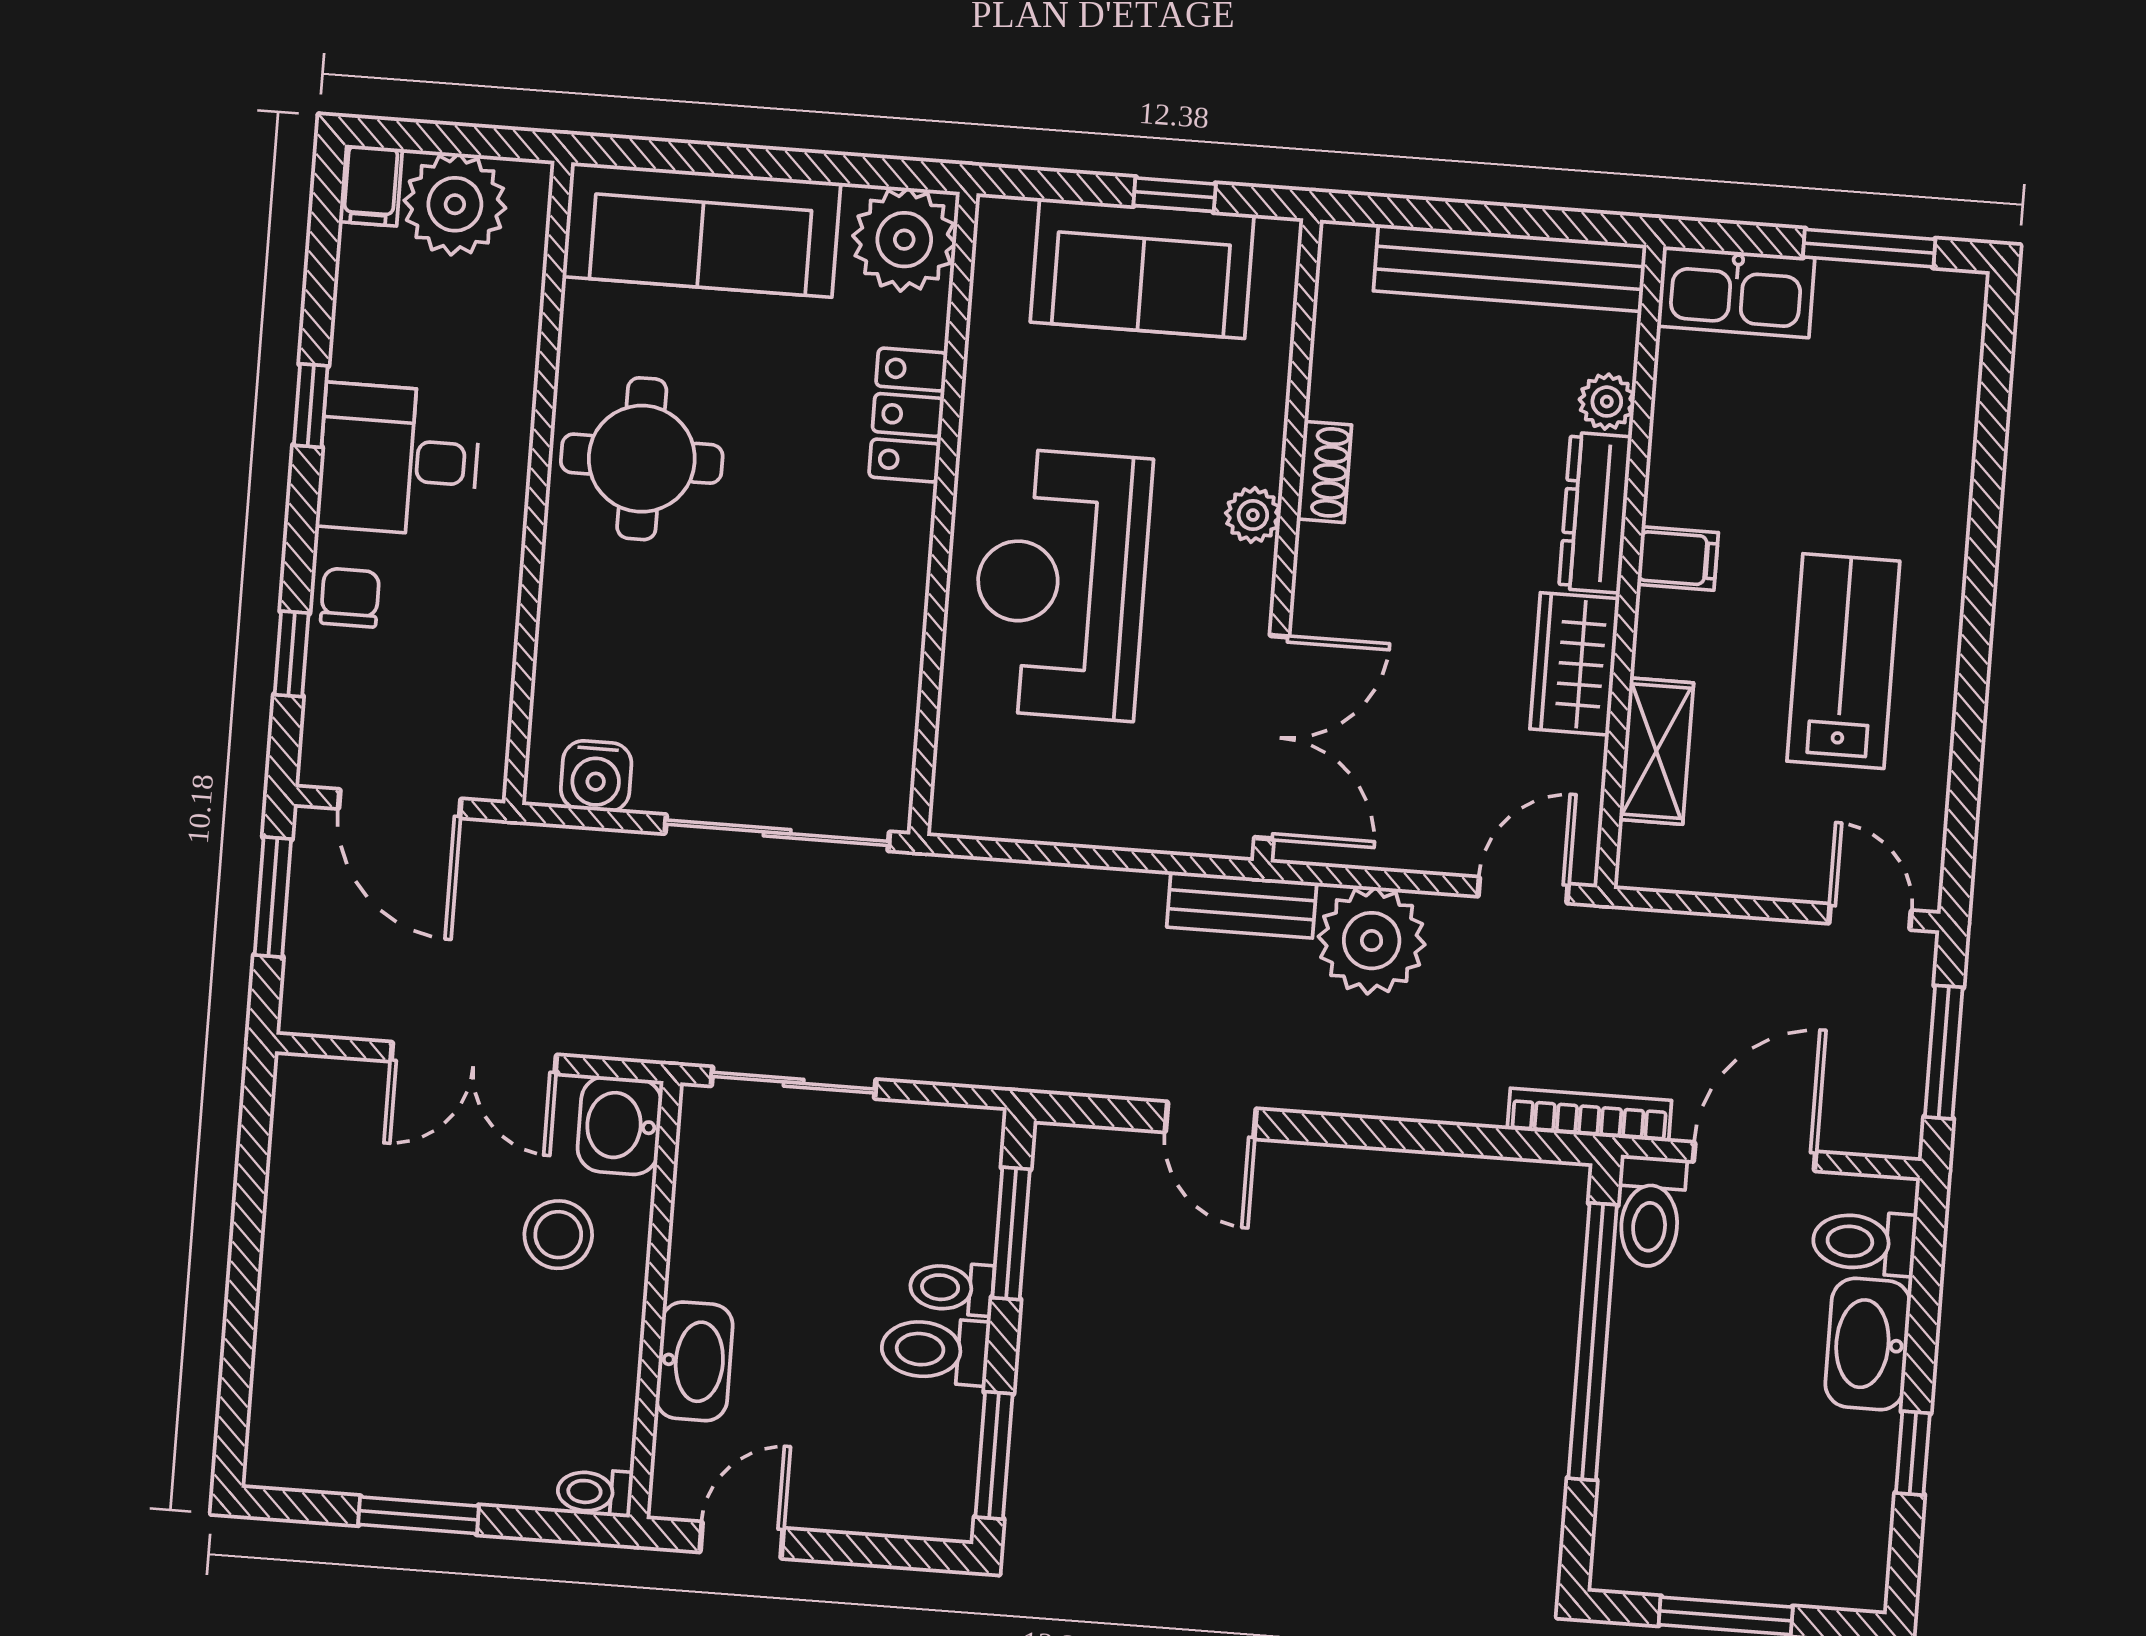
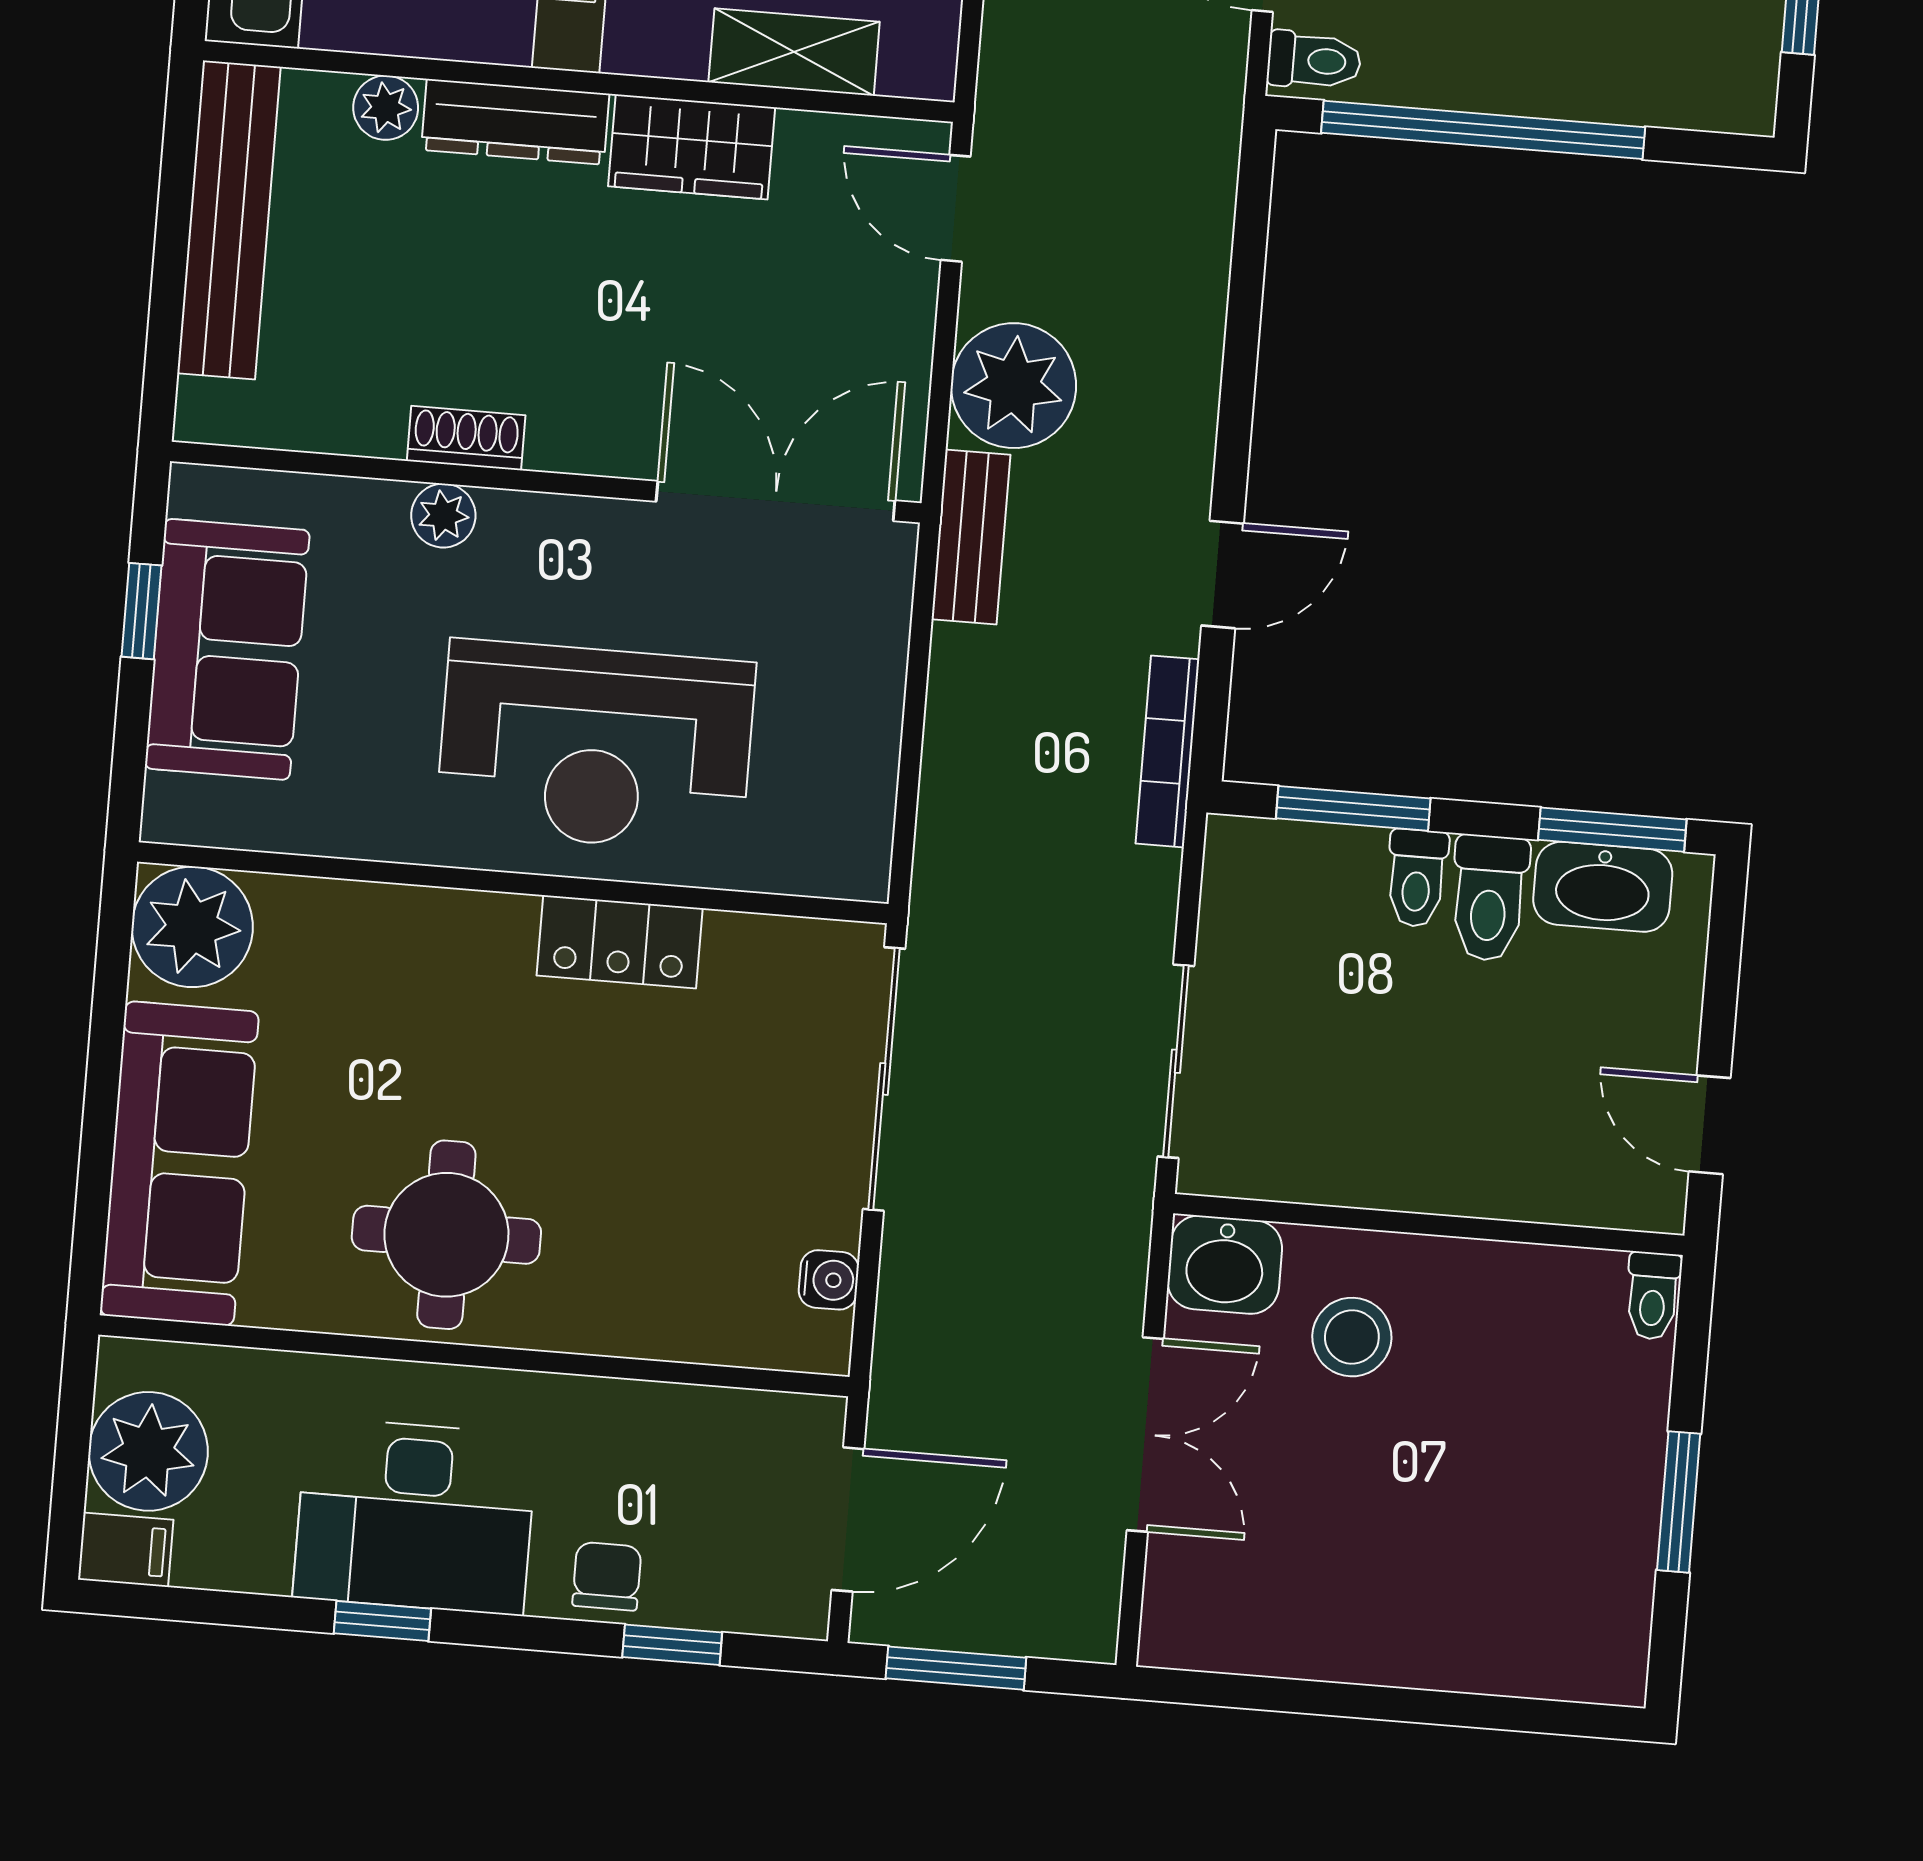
locker: (908, 415) -> (620, 942), moved
desk: (399, 460) -> (415, 1516), width x1.37
plant: (1253, 515) -> (443, 516), moved
chair: (350, 598) -> (607, 1576), turned 90
water cooler: (596, 776) -> (829, 1280), width x0.72, depth x0.72
bookcase: (1589, 1115) -> (1167, 751), moved
toilet: (1650, 1212) -> (1314, 60), width x0.73, depth x0.72
washbasin: (694, 1361) -> (1603, 887), moved, turned 180

